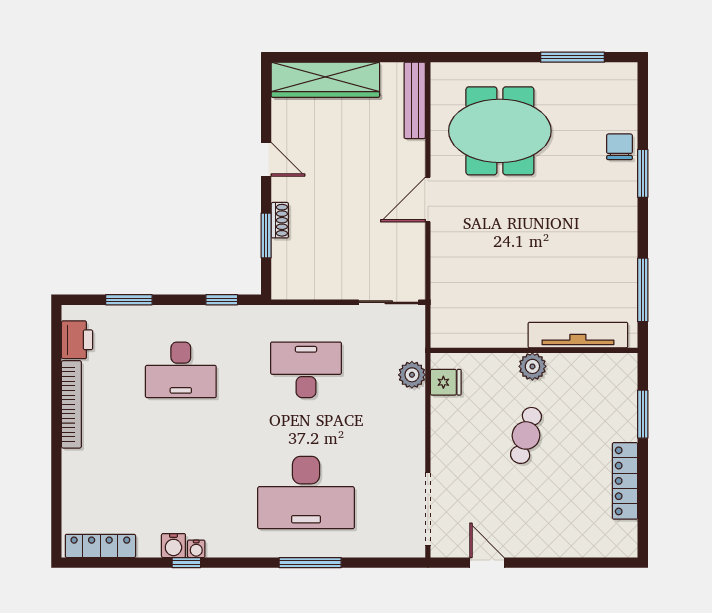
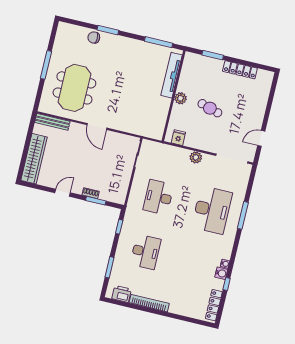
window: (573, 57) -> (46, 65), moved
plant: (412, 375) -> (196, 157), moved
window: (186, 563) -> (227, 284), moved

